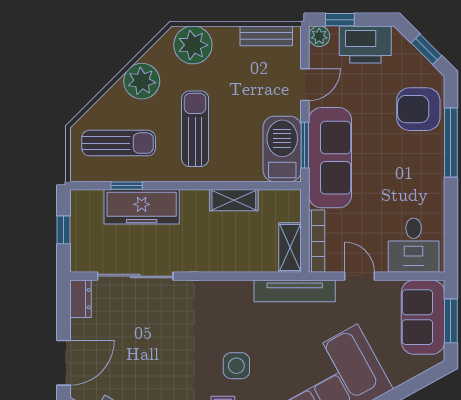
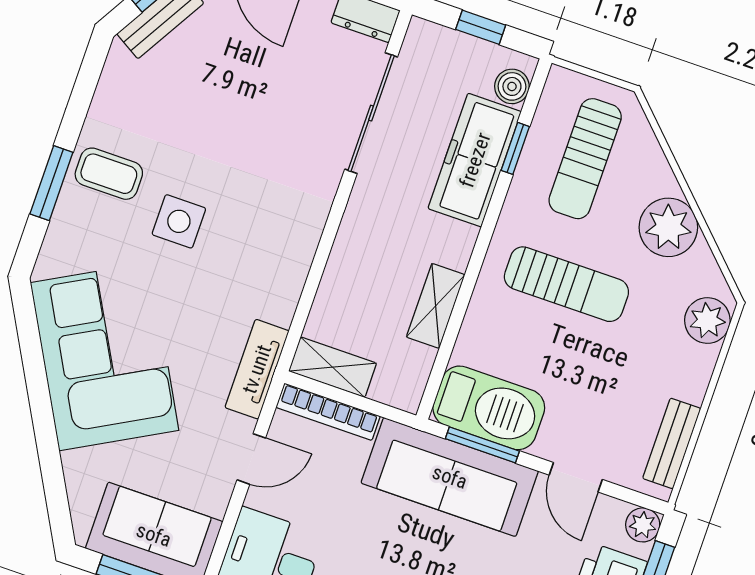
plant: (193, 45) -> (707, 320), width x0.73, depth x0.73
boiler: (92, 200) -> (512, 86), added
tv unit: (295, 291) -> (257, 369), width x0.71

